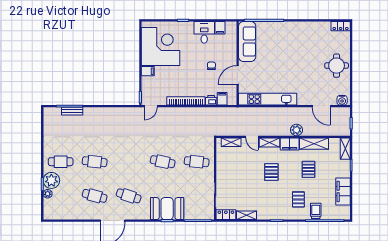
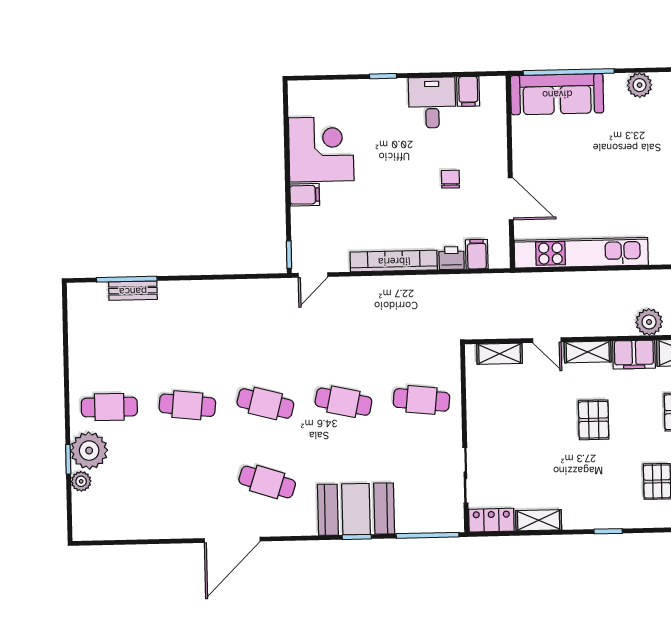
plant: (295, 27) -> (640, 85), added
sofa: (247, 41) -> (557, 94), moved, turned 90
corner desk: (160, 47) -> (321, 149), width x0.74, depth x0.74
door: (238, 75) -> (511, 199), swing flipped
cafe table: (95, 196) -> (265, 403), moved

